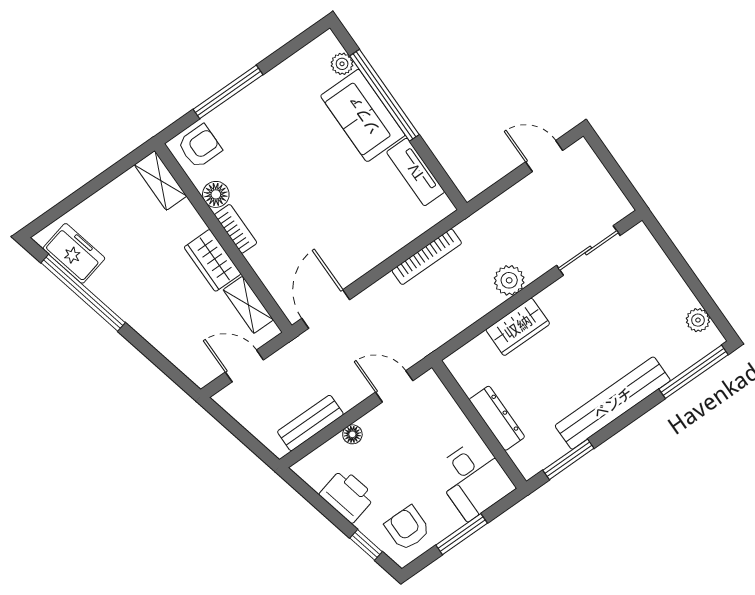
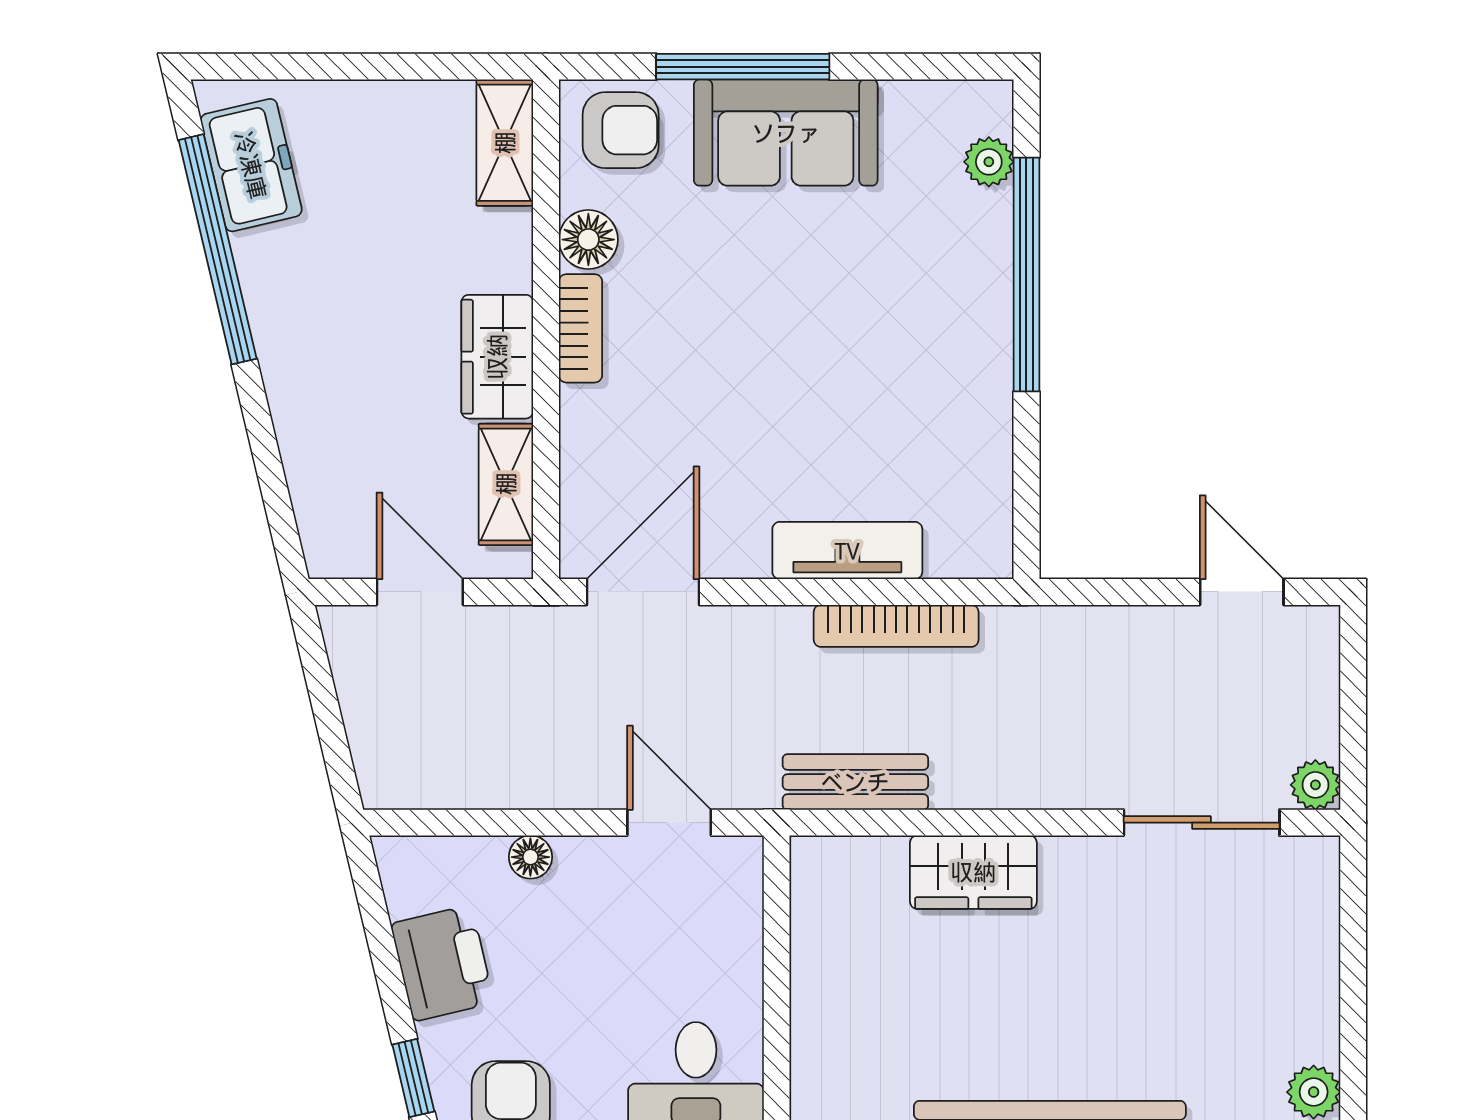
sofa: (363, 115) -> (786, 133), moved, turned -90
tv unit: (416, 172) -> (847, 551), moved, turned 90
plant: (509, 280) -> (1315, 785), moved, width x0.73, depth x0.73
dresser: (497, 418) -> (817, 1014), removed
bench: (310, 423) -> (855, 782), moved

